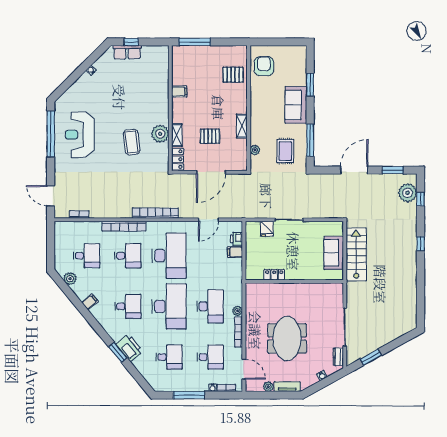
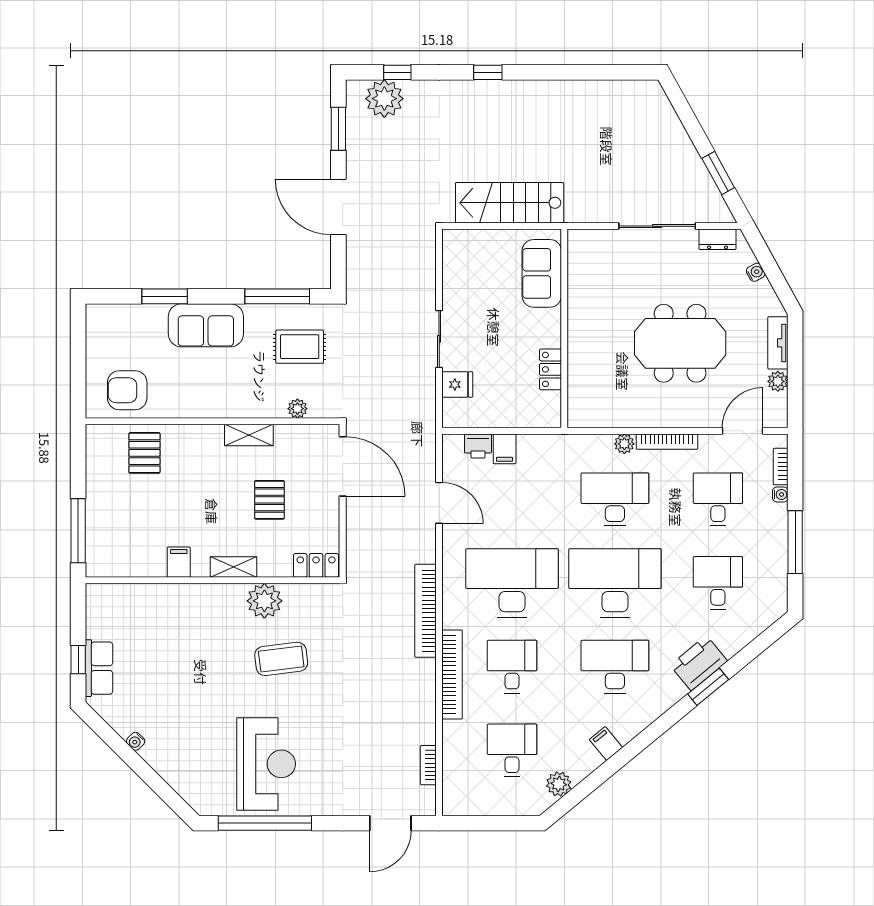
reception desk: (80, 135) -> (266, 764), turned -90
shelving: (177, 135) -> (234, 567), moved
door: (211, 172) -> (343, 466), moved
sofa: (334, 253) -> (542, 273), moved, turned 90
desk: (128, 306) -> (615, 667), width x1.37

